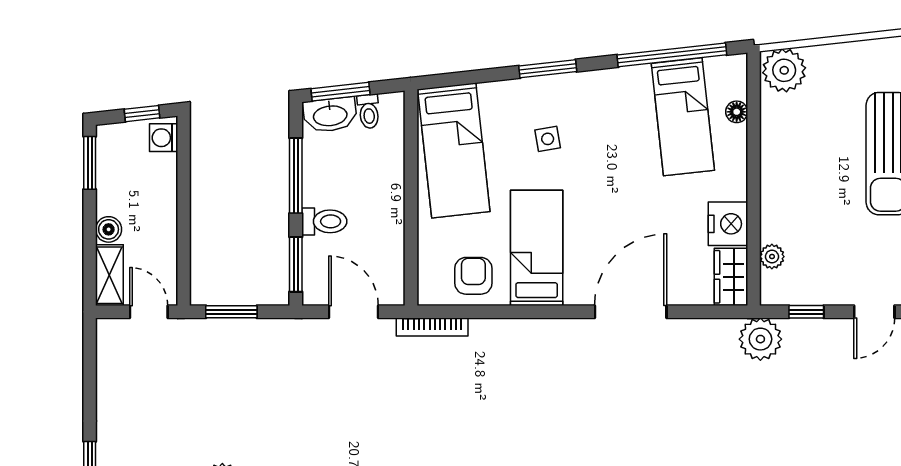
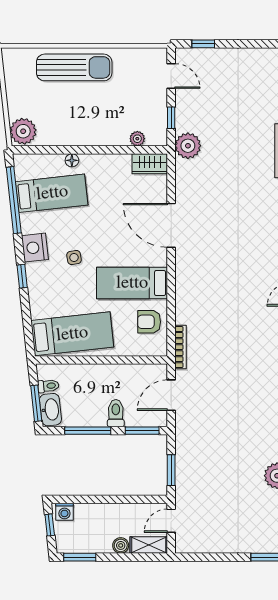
window: (548, 69) -> (22, 276), width x0.67
floor lamp: (737, 112) -> (72, 160), moved
side table: (548, 139) -> (74, 257), moved
nightstand: (728, 224) -> (35, 248), moved, turned -96

